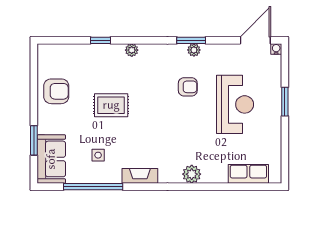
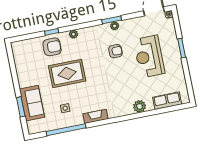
armchair: (56, 91) -> (52, 47), moved
reception desk: (235, 104) -> (149, 57), turned 180
rug: (111, 105) -> (67, 73), width x1.36, depth x1.43
sofa: (51, 159) -> (32, 103), moved
plant: (192, 174) -> (140, 106), moved

